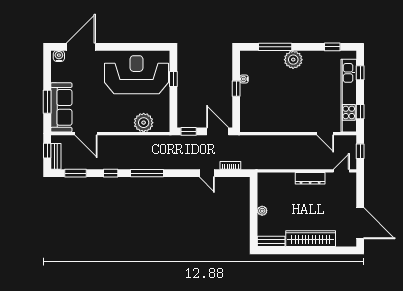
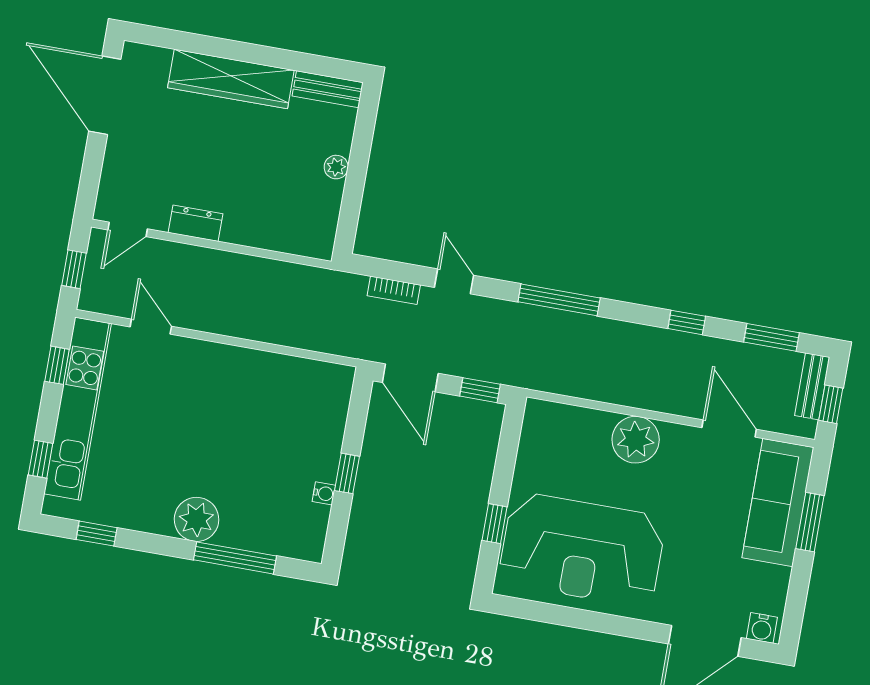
plant: (144, 123) -> (636, 440), moved
window: (147, 173) -> (559, 300), moved
dresser: (310, 178) -> (196, 223), width x0.70

